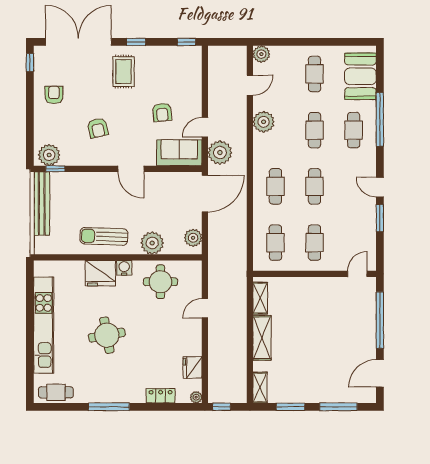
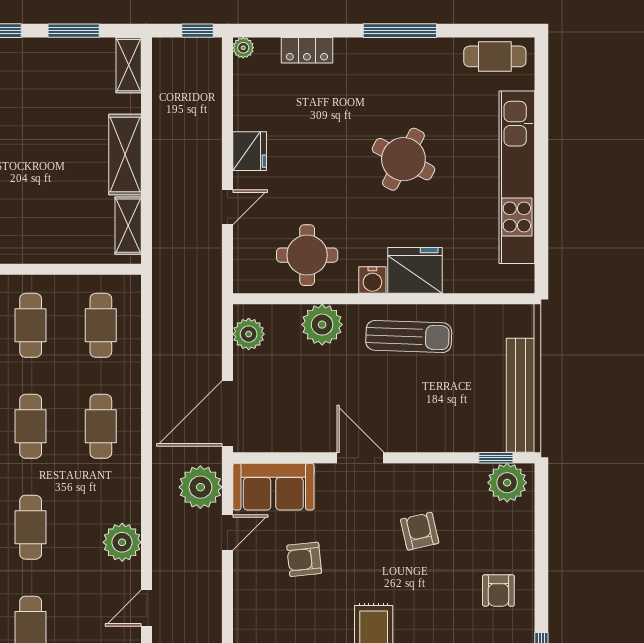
armchair: (162, 112) -> (304, 559), turned -91
round table: (107, 335) -> (403, 159), turned 38
fridge: (193, 367) -> (250, 151), moved

